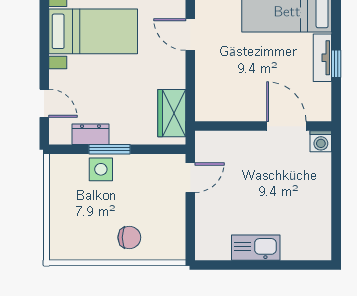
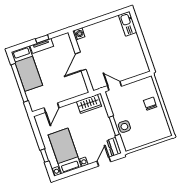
door: (286, 126) -> (81, 62), moved
dresser: (90, 134) -> (114, 147), moved
kitchen sink: (256, 248) -> (128, 24), moved

